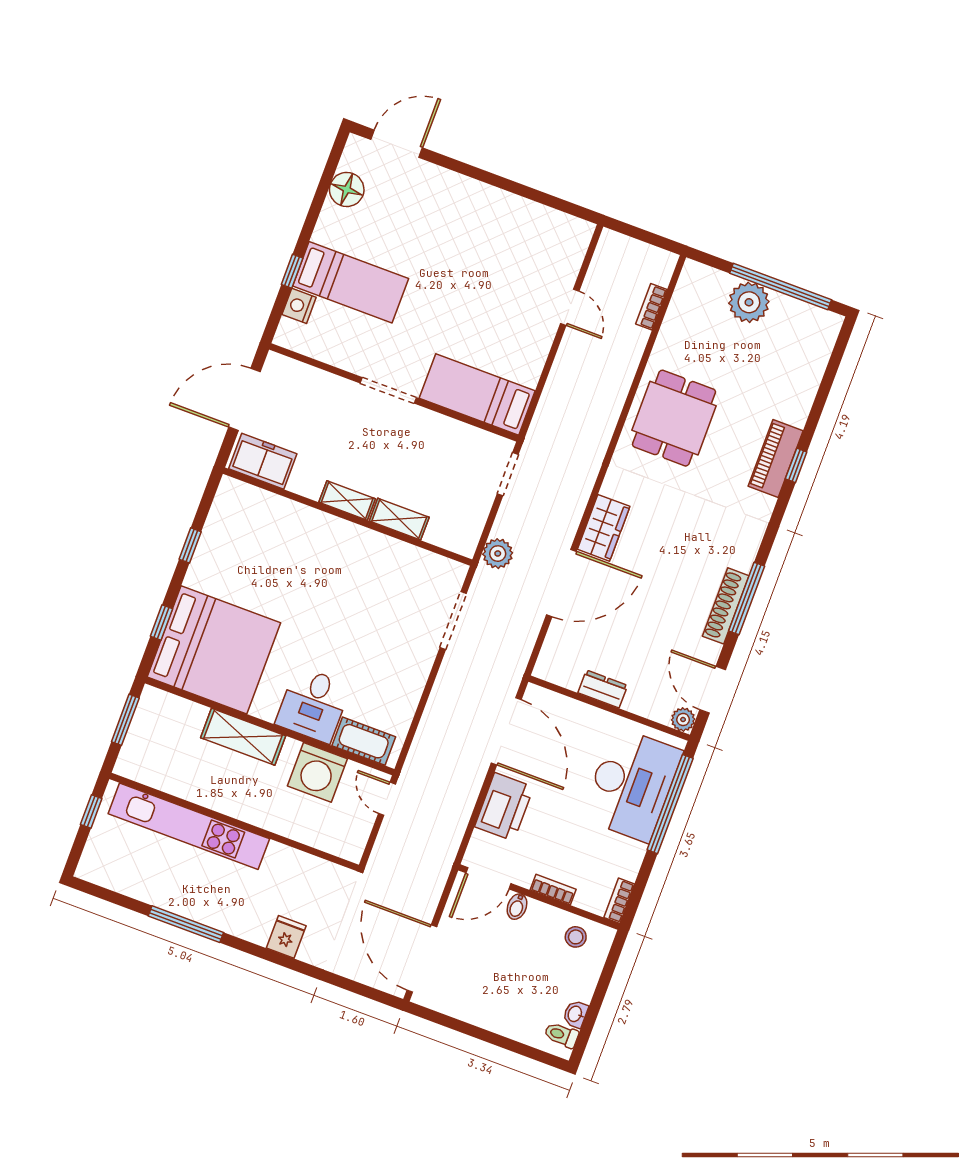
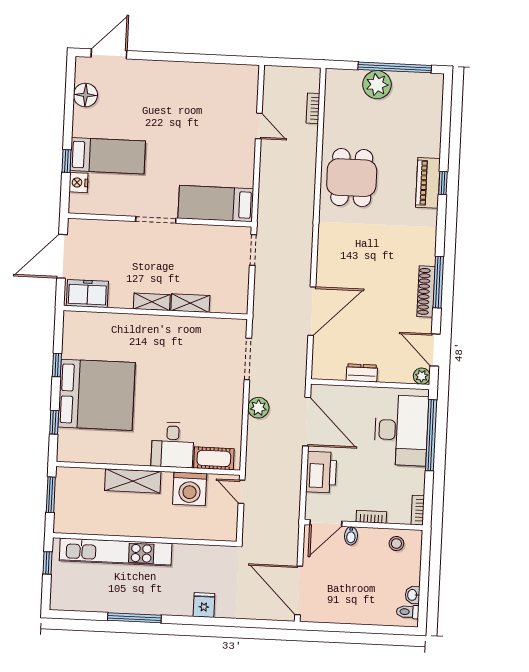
wardrobe: (604, 528) -> (328, 265), removed
plant: (498, 554) -> (258, 408), moved
bed: (214, 650) -> (96, 395), moved

